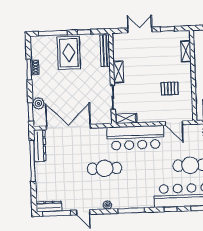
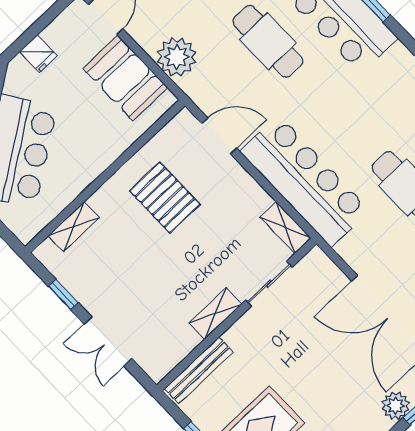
pallet: (170, 88) -> (165, 198), width x1.50, depth x1.42
door: (174, 123) -> (219, 136), hinge flipped

